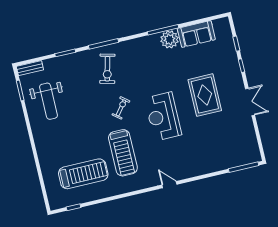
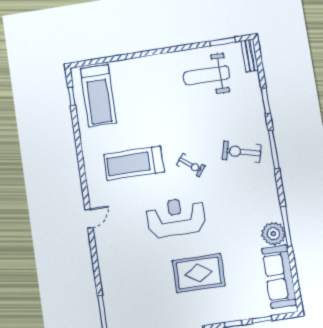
sofa: (196, 34) -> (279, 277), width x1.36
treadmill: (83, 174) -> (99, 96), moved

